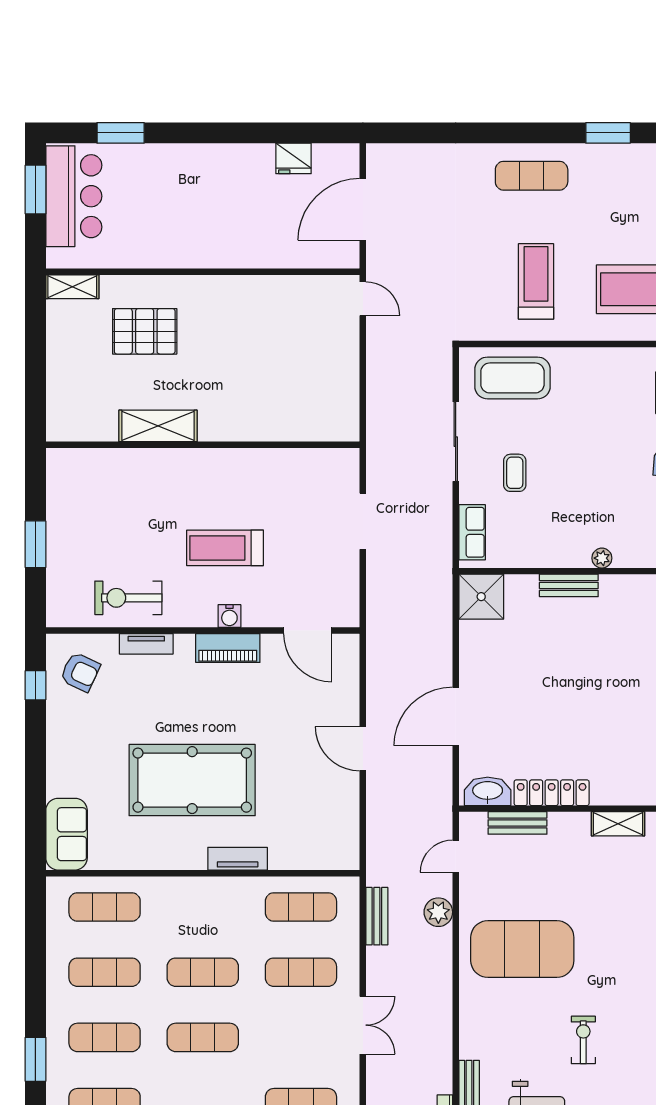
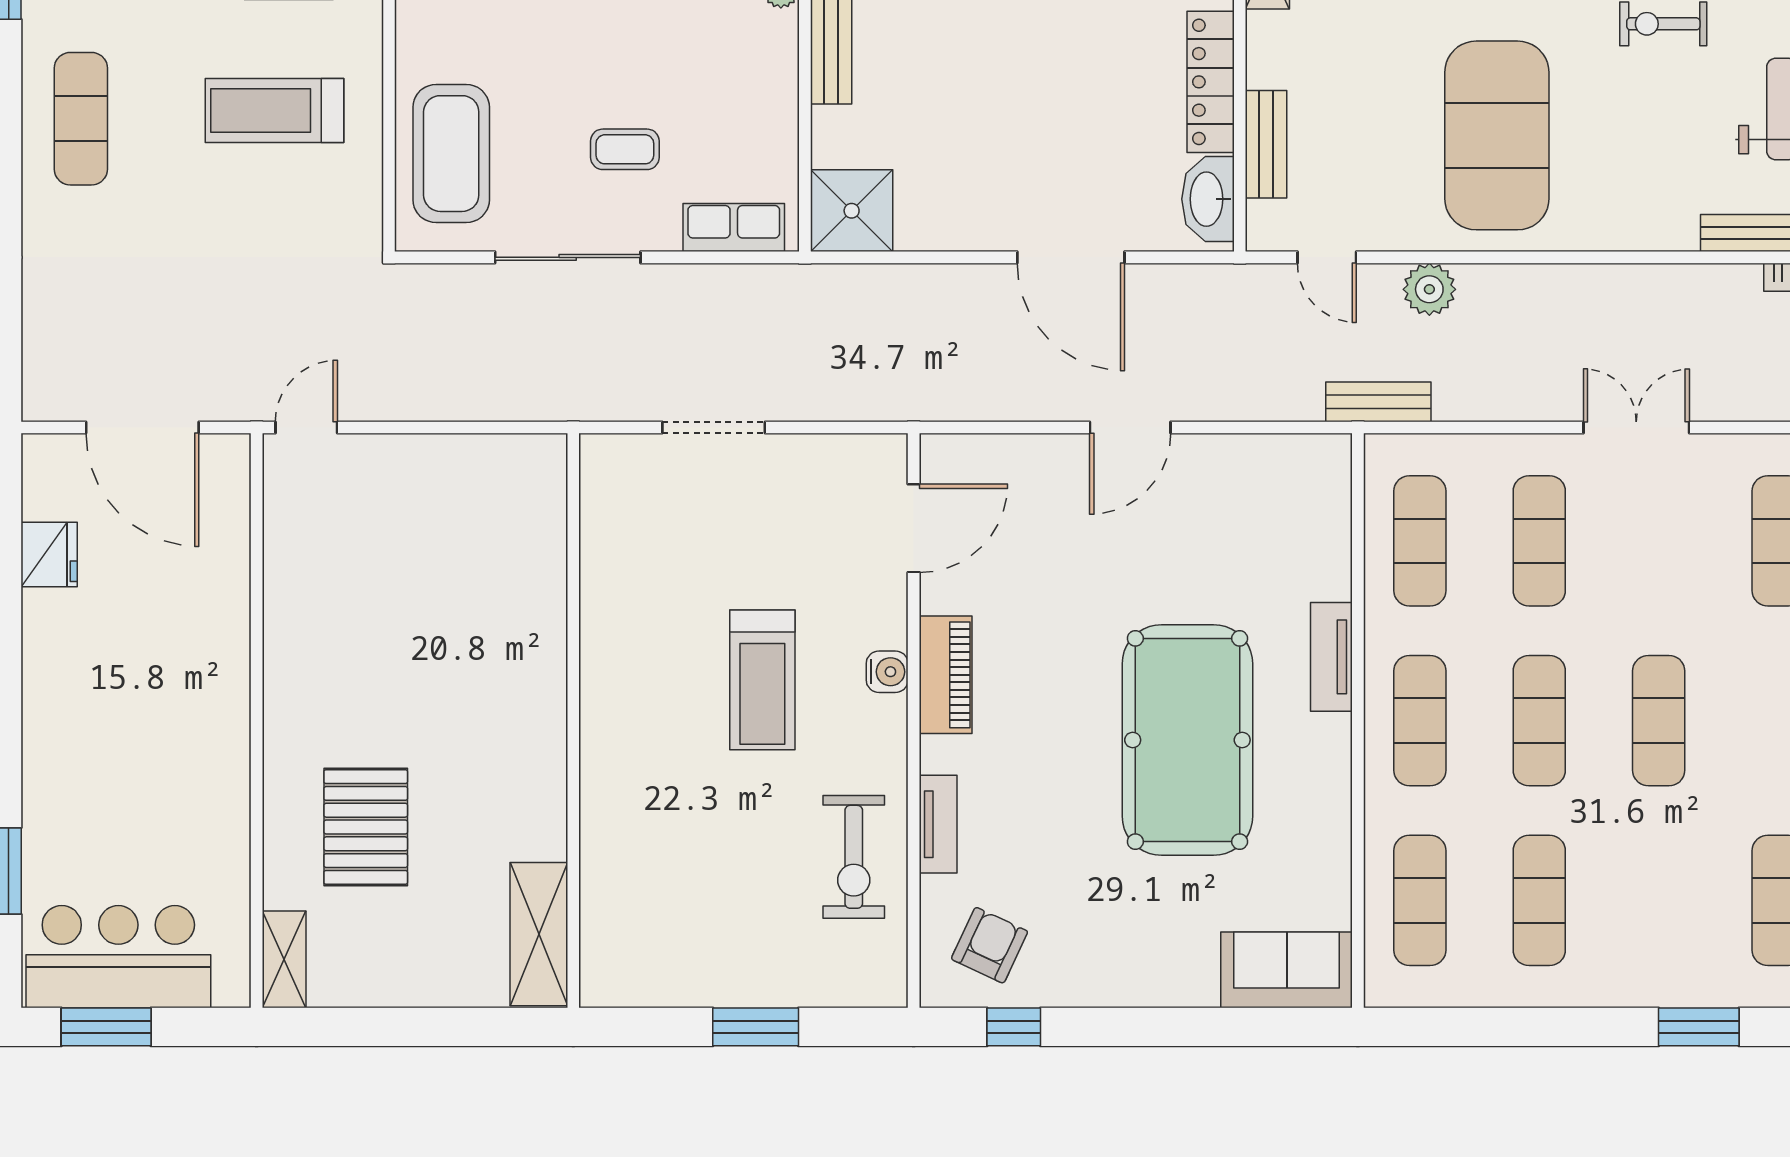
shelving: (158, 426) -> (539, 934), moved
bench: (377, 916) -> (1378, 402), moved
exercise mat: (105, 1037) -> (1420, 721), moved

